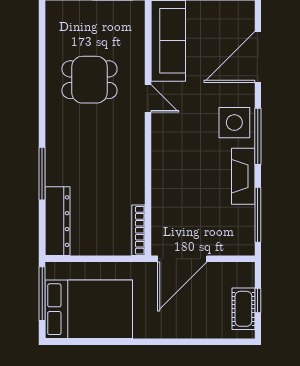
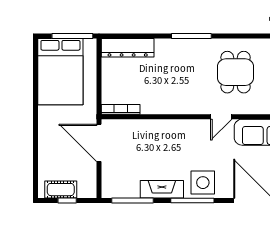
window: (42, 174) -> (191, 36), moved

